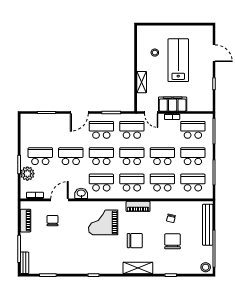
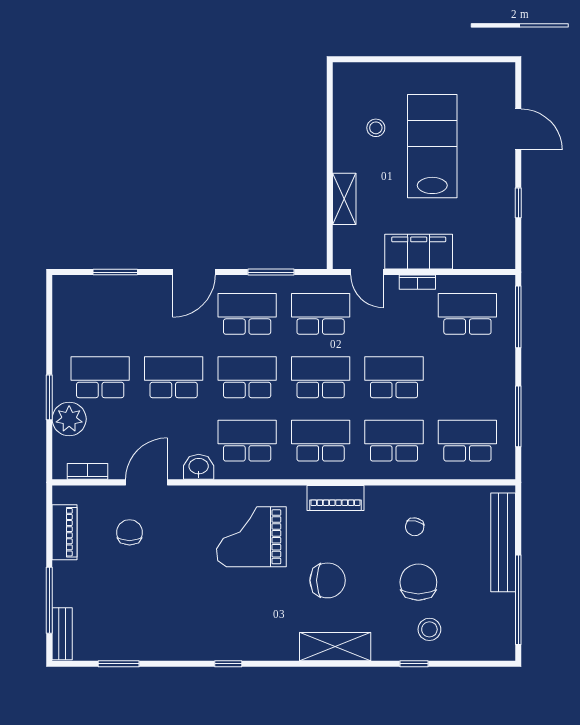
school desk: (193, 156) -> (467, 377), removed
stool: (206, 267) -> (429, 629), moved

